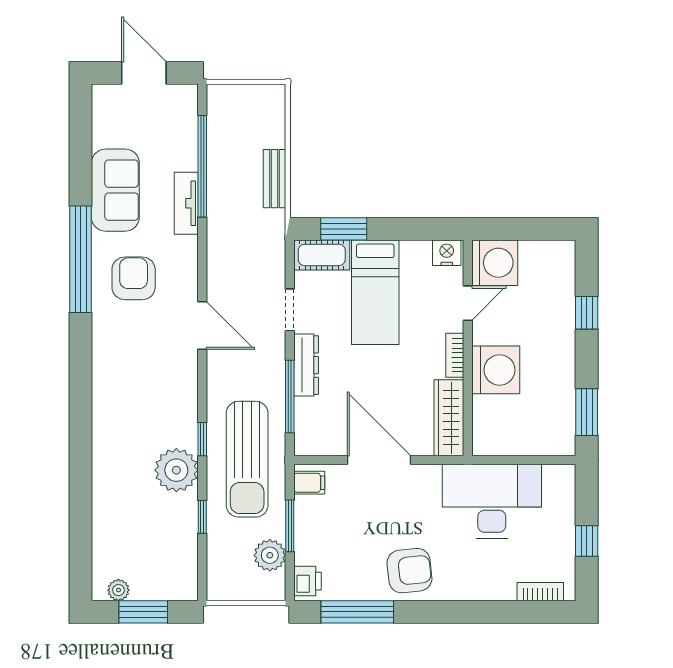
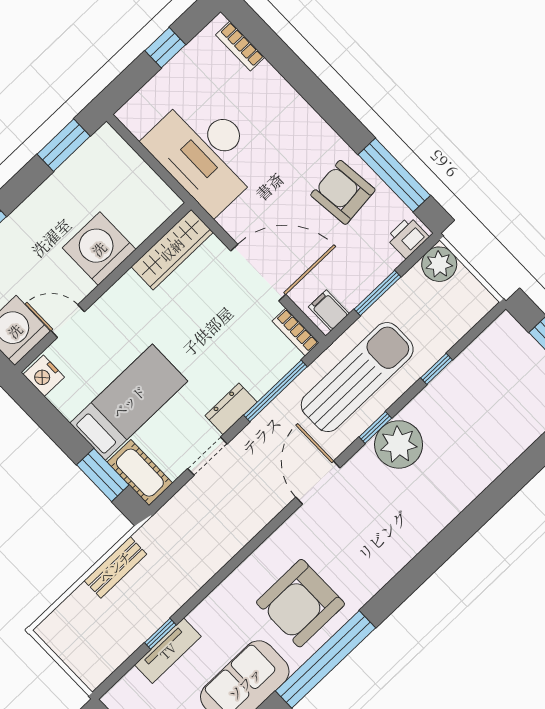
window: (202, 166) -> (160, 634), width x0.32
tv unit: (186, 203) -> (168, 651), moved
armchair: (134, 278) -> (301, 603), width x1.36, depth x1.36
door: (202, 325) -> (318, 482), moved
bookcase: (455, 355) -> (296, 332), moved, turned 90
dresser: (306, 365) -> (231, 409), width x0.70
door: (379, 460) -> (258, 273), swing flipped
plant: (176, 470) -> (399, 444), moved
plant: (270, 555) -> (439, 264), moved
armchair: (409, 571) -> (343, 192), moved

